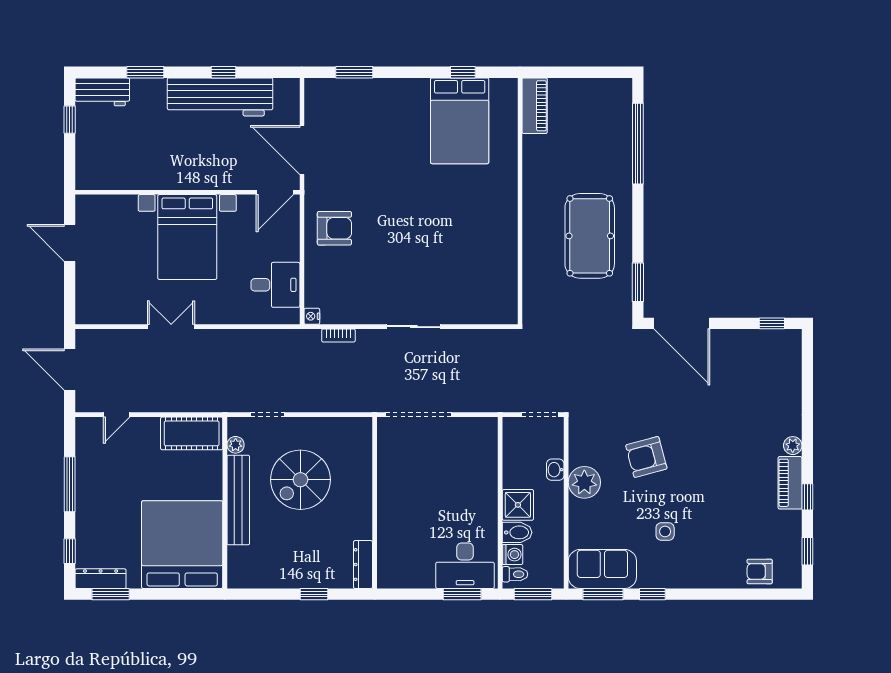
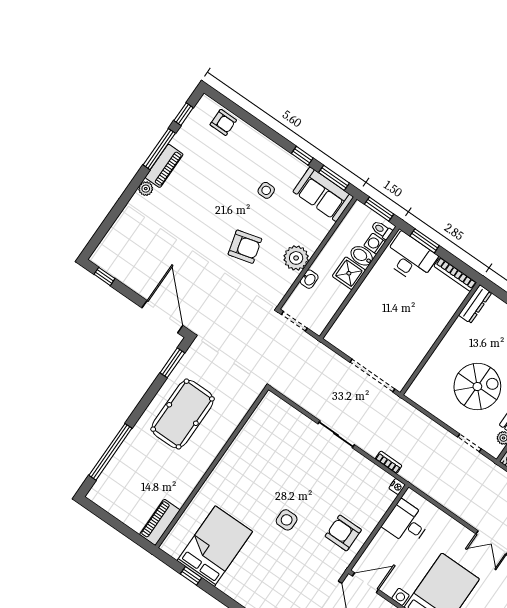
side table: (403, 201) -> (287, 520), added
window: (807, 497) -> (159, 149), width x2.17
bookcase: (405, 581) -> (455, 274), added

